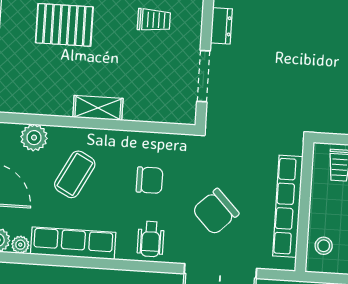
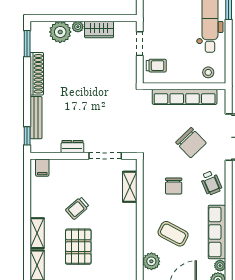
trolley: (154, 20) -> (77, 208), moved, turned -131
shelving: (98, 108) -> (130, 187), moved
chair: (149, 180) -> (174, 186), turned 180
wheelchair: (151, 239) -> (211, 183), turned 67

